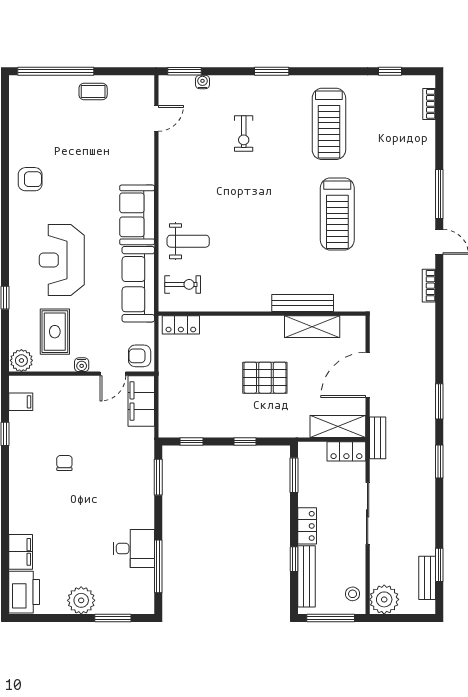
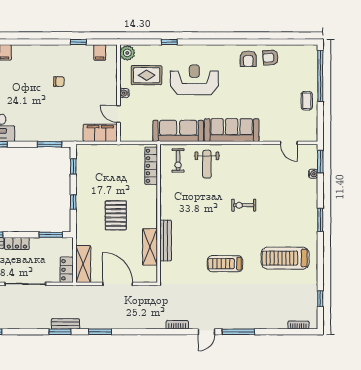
exercise bike: (244, 133) -> (244, 205), moved
treadmill: (337, 214) -> (225, 264), width x0.73, depth x0.73
sofa: (137, 215) -> (232, 130), width x1.36
locker: (181, 325) -> (151, 166), width x1.53
armchair: (140, 356) -> (270, 58), moved, turned -94
bench: (378, 438) -> (65, 324), moved

